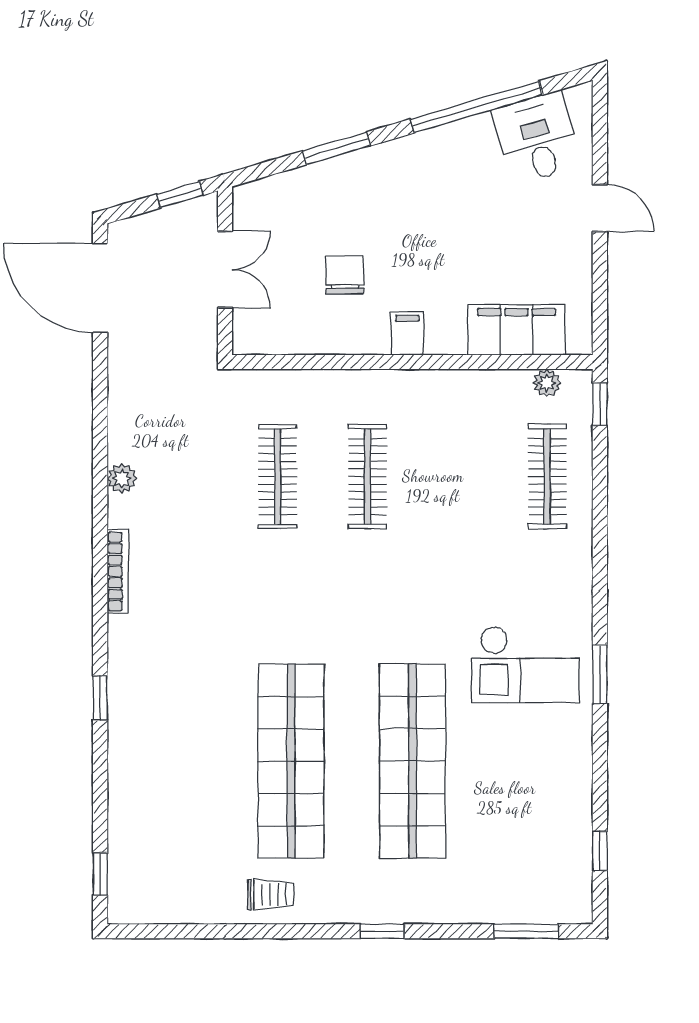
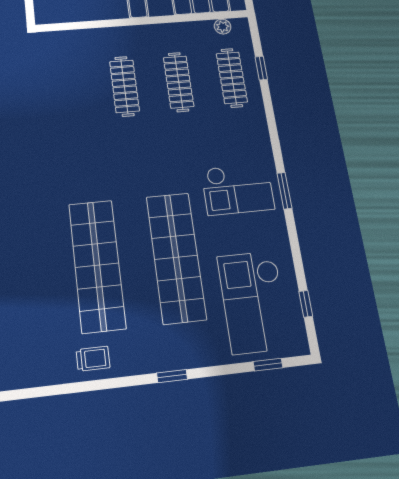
window: (600, 404) -> (261, 68), moved
clothes rail: (278, 477) -> (179, 82), moved
checkout: (521, 839) -> (254, 302), added
window: (526, 931) -> (268, 365), width x0.67

